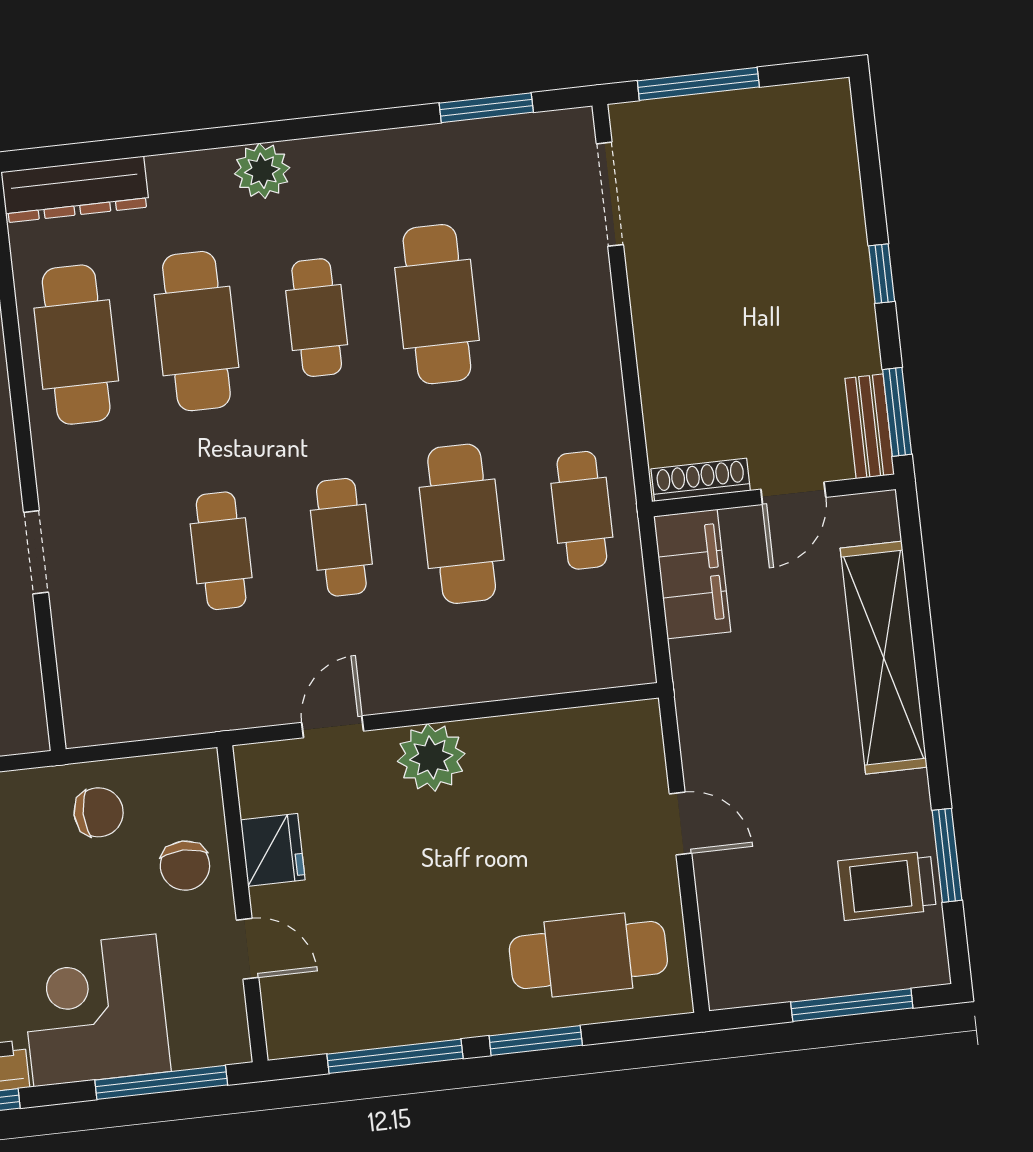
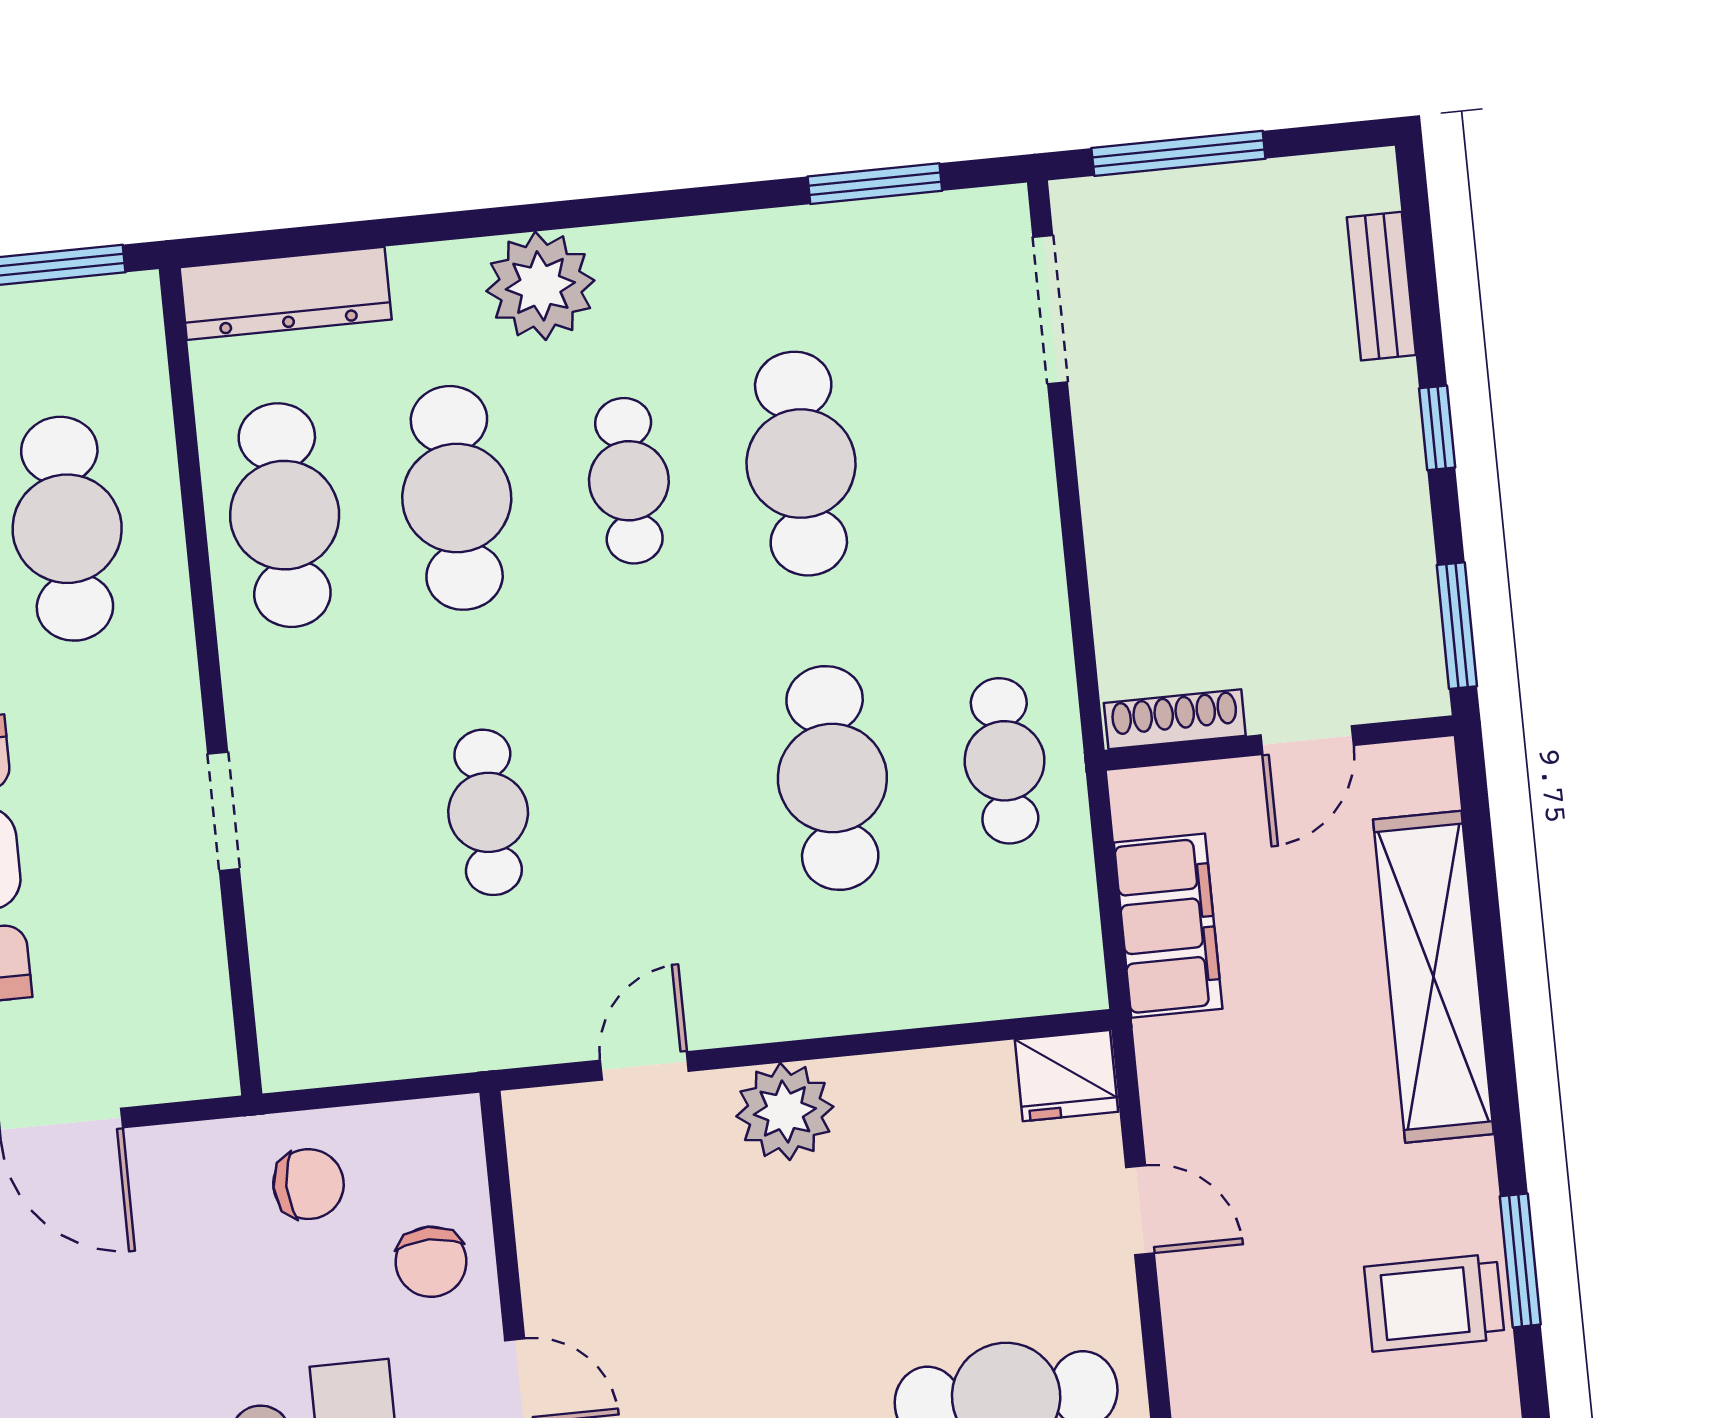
plant: (262, 171) -> (540, 286), width x1.36, depth x1.36
bench: (870, 426) -> (1381, 286), moved
cafe table: (341, 537) -> (660, 795), removed
filing cabinet: (692, 574) -> (1168, 926), moved
fridge: (273, 850) -> (1066, 1076), moved, turned 90

